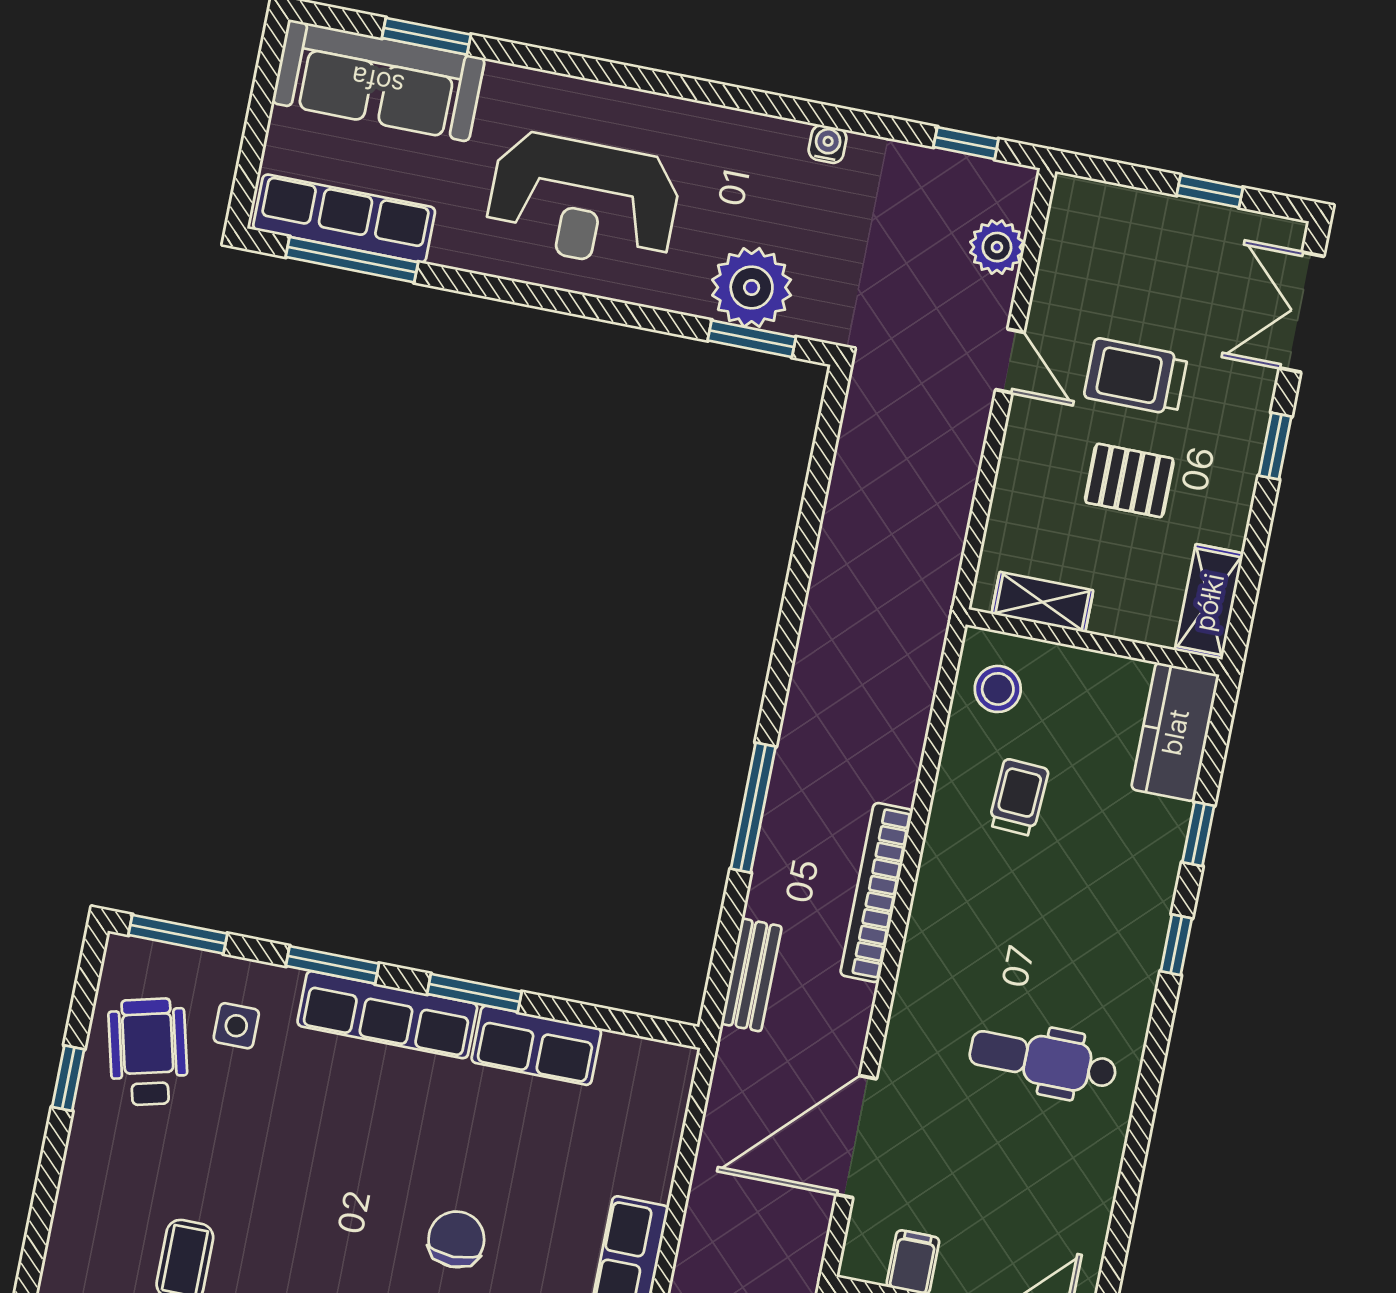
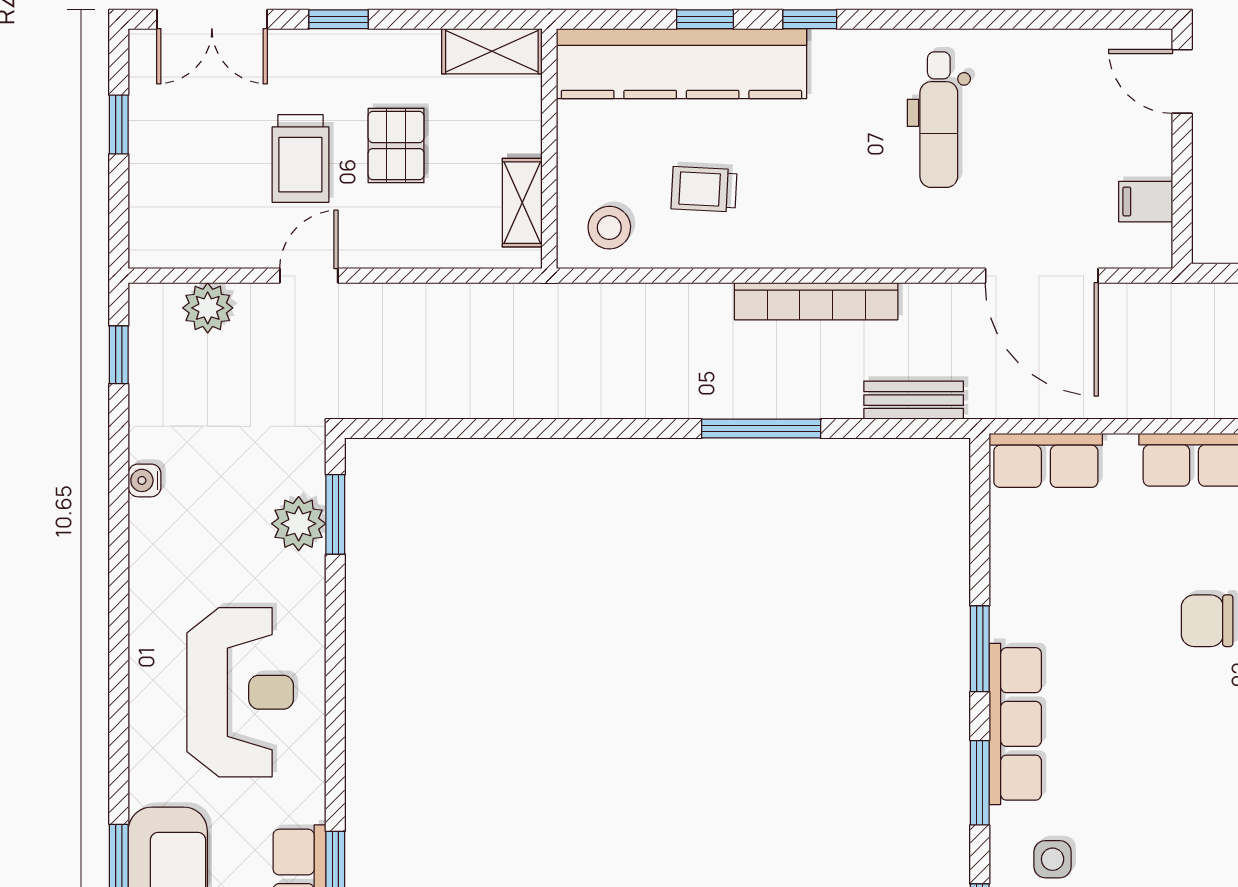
plant: (752, 287) -> (299, 524), width x0.73, depth x0.73
kitchen counter: (1175, 732) -> (681, 64), width x2.08, depth x1.17
row of seats: (536, 1045) -> (1046, 460), moved, turned 90

